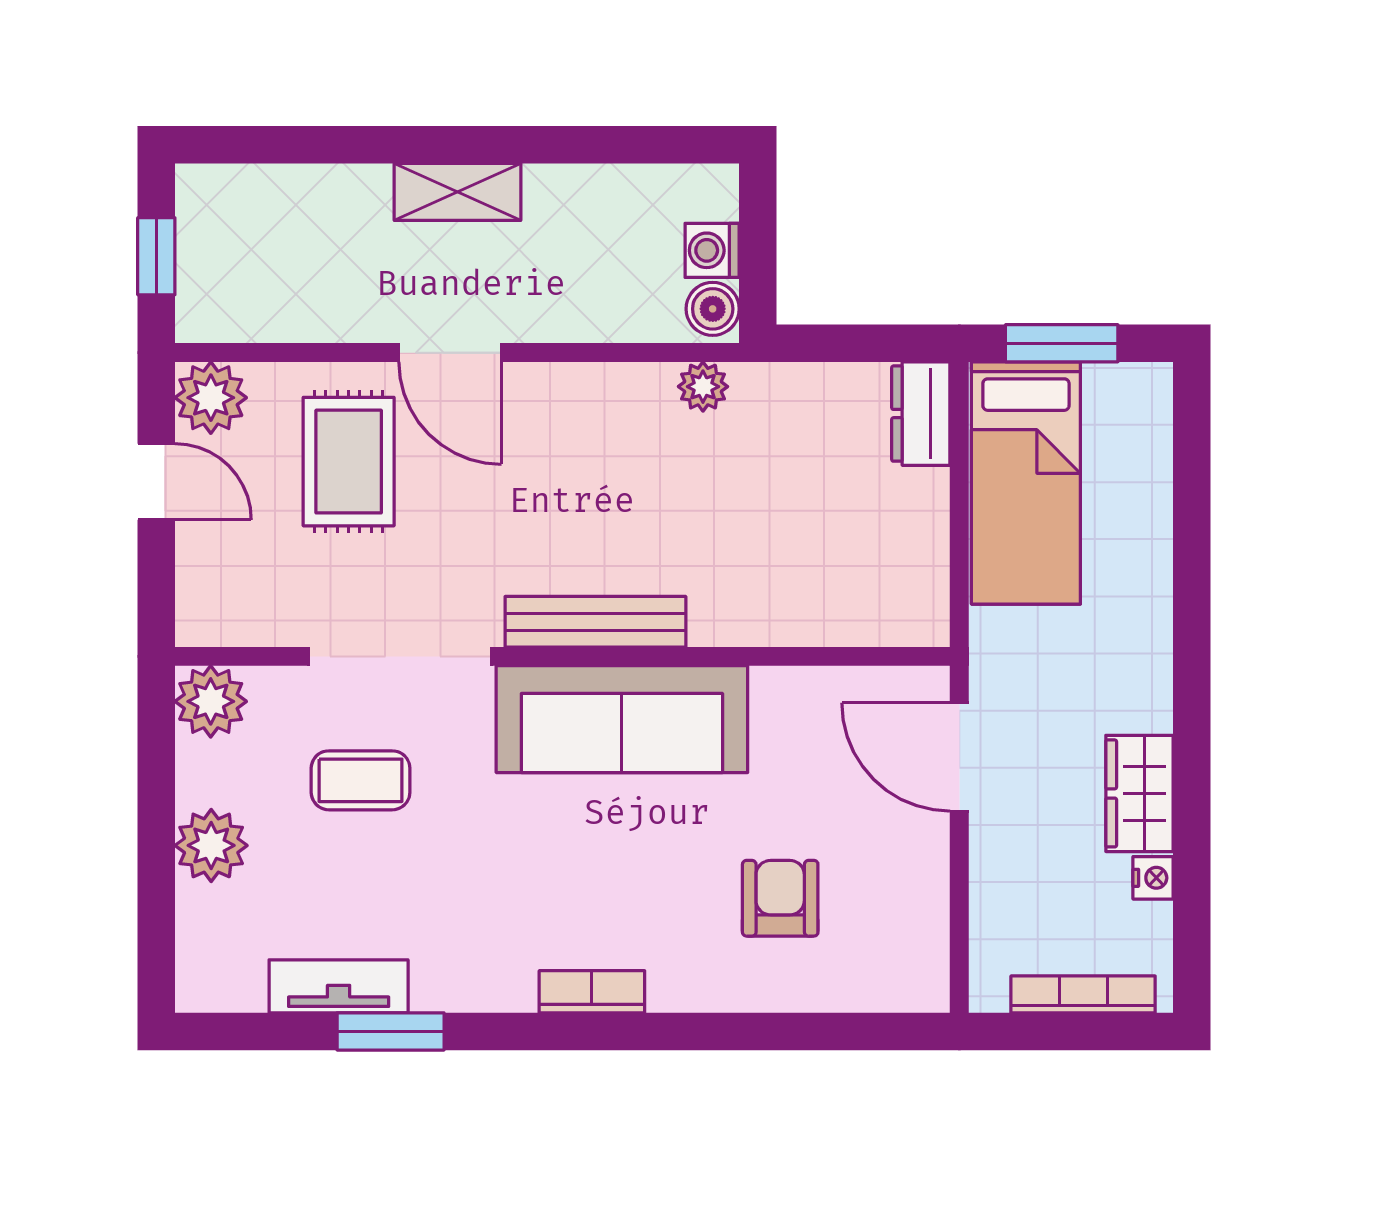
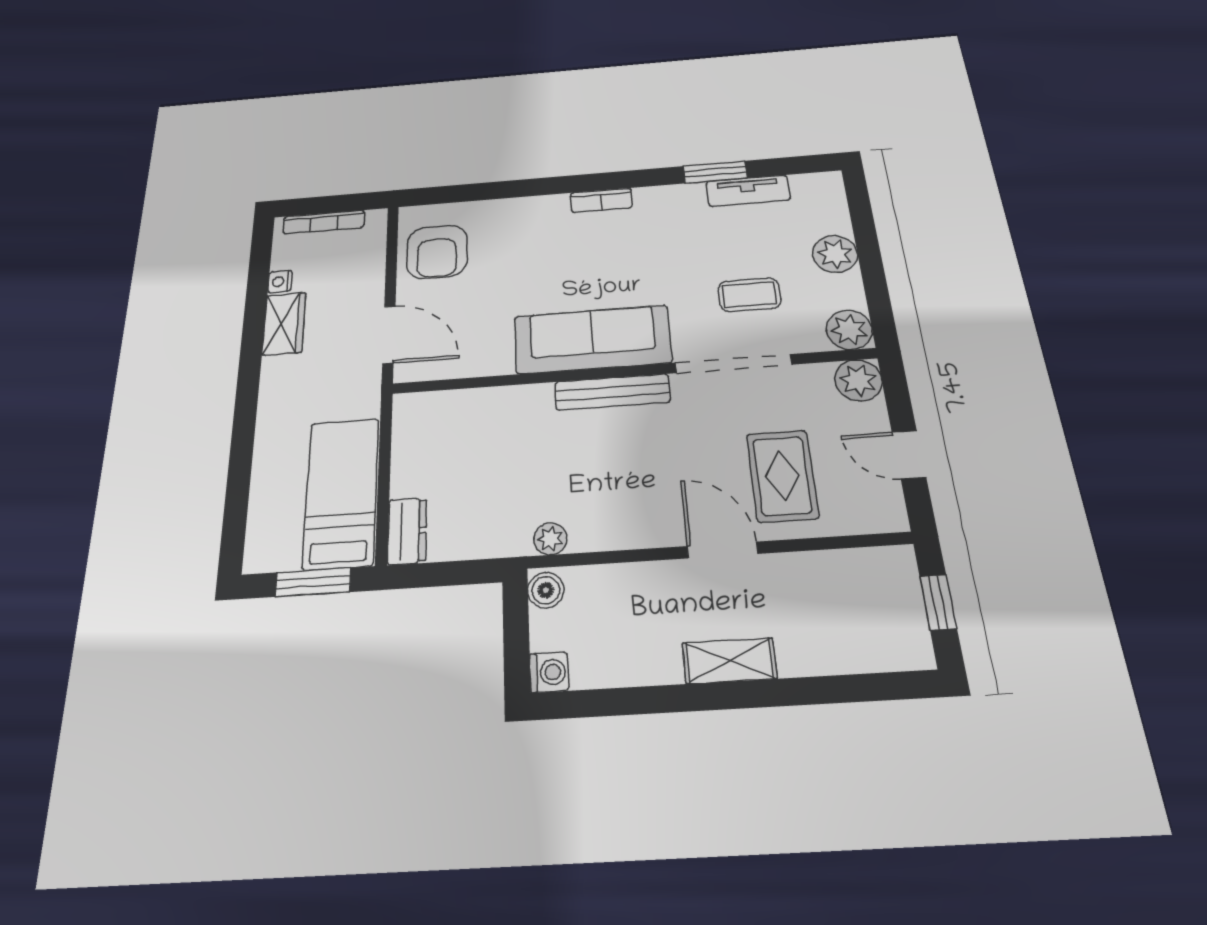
washing machine: (712, 250) -> (549, 672), moved
plant: (211, 398) -> (858, 380), moved
armchair: (780, 898) -> (437, 252), moved, width x1.38, depth x1.38

